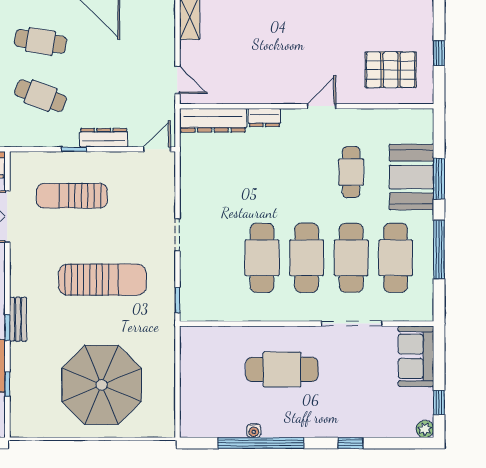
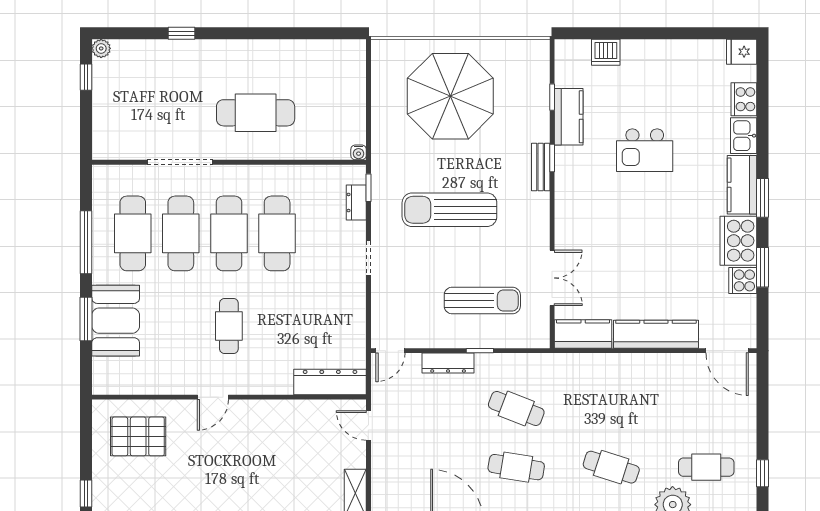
window: (439, 53) -> (86, 494), moved
dresser: (264, 117) -> (356, 203), moved, turned -90
cafe table: (351, 172) -> (229, 326), moved
sofa: (416, 356) -> (111, 127), removed
water cooler: (254, 431) -> (359, 152), moved, turned 180
window: (261, 443) -> (278, 33), removed

